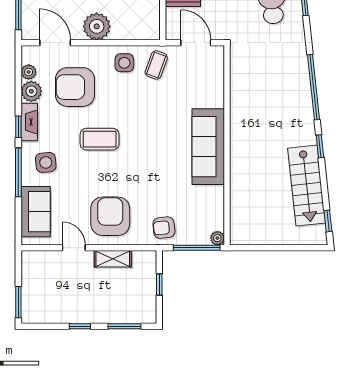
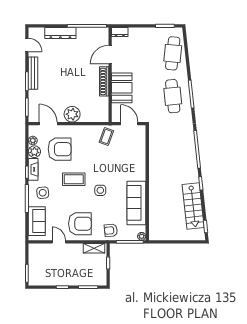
side table: (124, 63) -> (100, 190), moved
armchair: (75, 87) -> (60, 149), turned 180
sofa: (208, 147) -> (136, 203), moved
armchair: (110, 216) -> (80, 224), turned 90
shelving: (113, 259) -> (94, 248), moved

